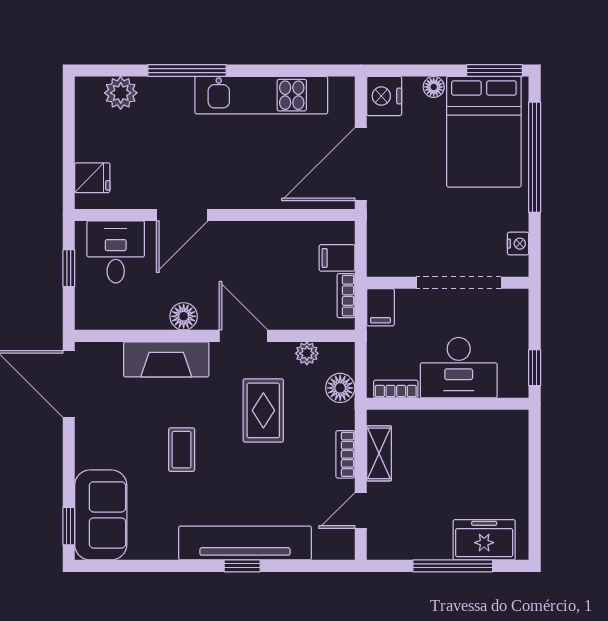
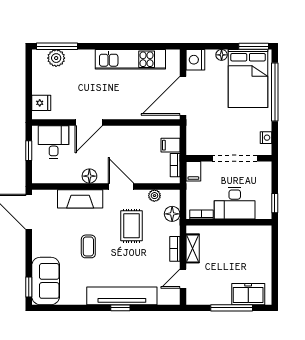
window: (187, 71) -> (57, 46), moved

